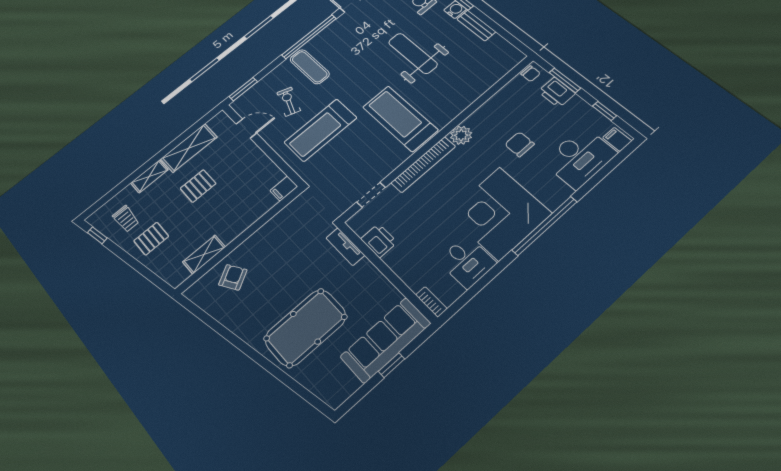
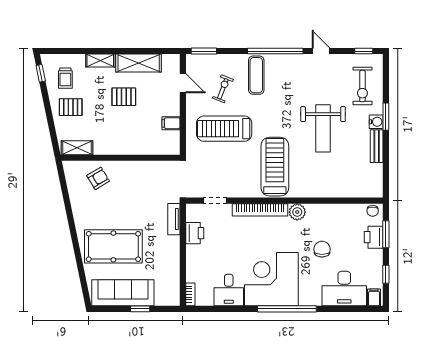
weight bench: (413, 53) -> (323, 128), turned 180
filing cabinet: (284, 189) -> (171, 123), moved
shelving: (204, 254) -> (77, 148), moved
sofa: (386, 340) -> (123, 293), moved

